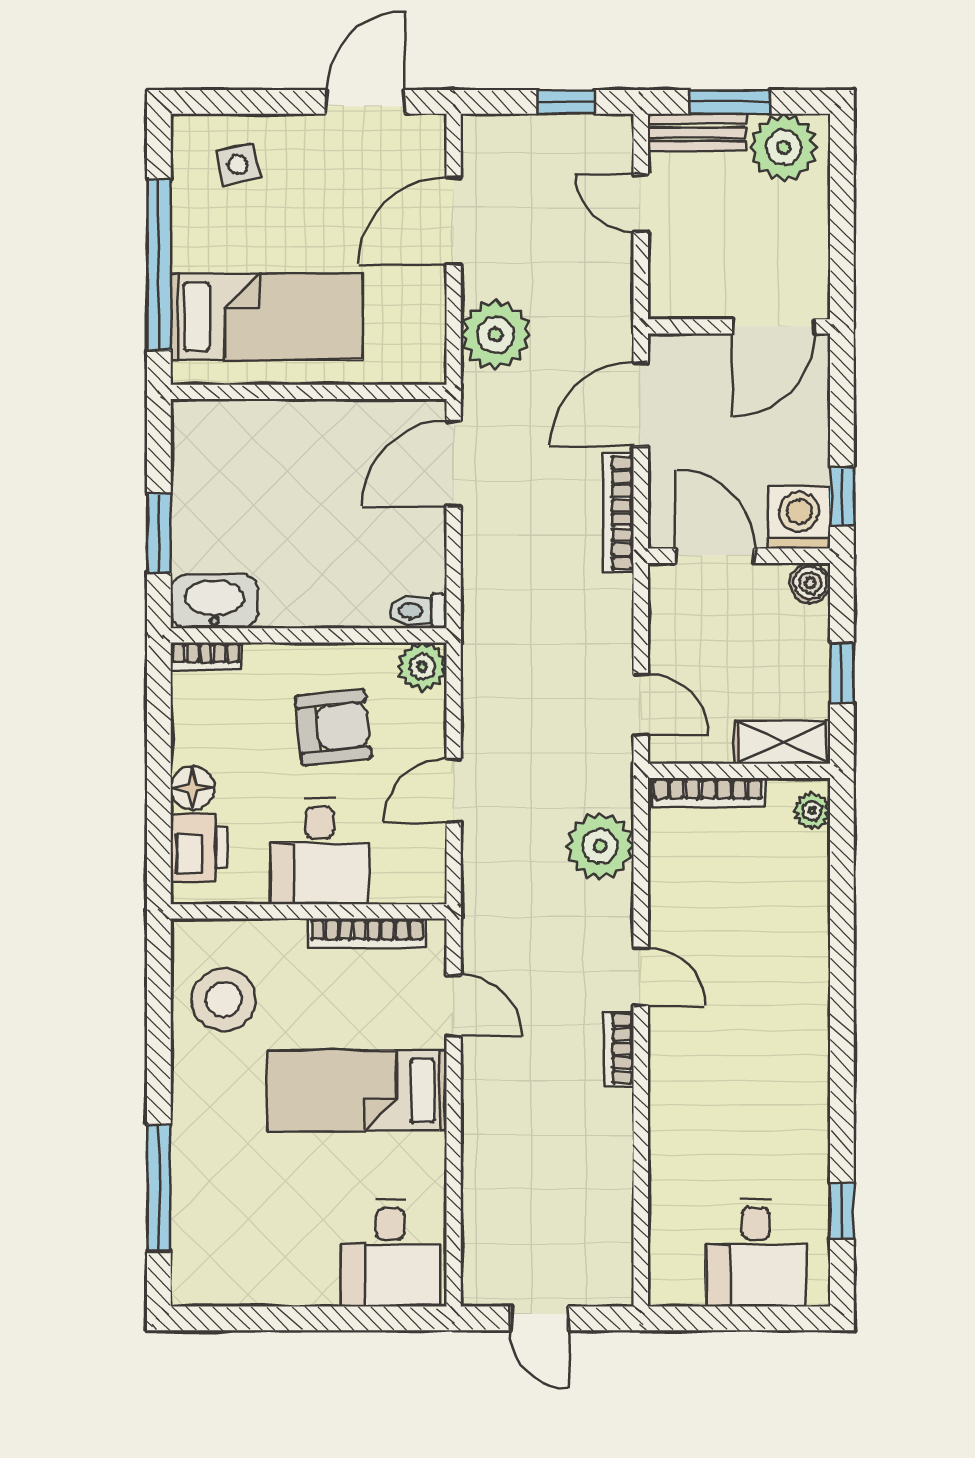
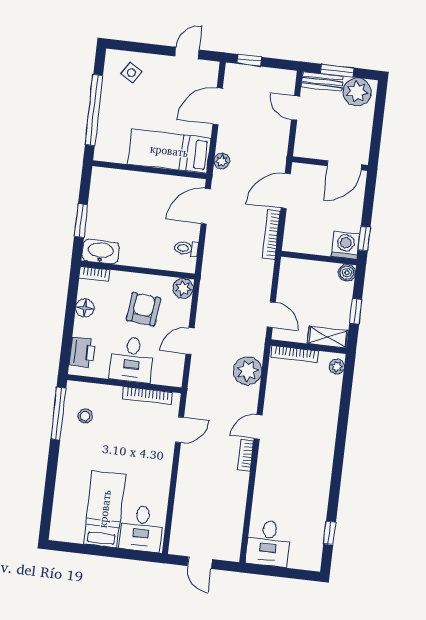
door: (365, 102) -> (187, 53), width x0.73
window: (566, 102) -> (249, 60), moved
side table: (238, 165) -> (131, 73), turned 45
bed: (267, 317) -> (169, 151), moved, turned 180
plant: (496, 335) -> (222, 161), width x0.53, depth x0.53
door: (715, 556) -> (309, 257), removed
toilet: (419, 611) -> (186, 248), moved
armchair: (333, 727) -> (143, 309), turned -79
floor lamp: (193, 788) -> (85, 308), moved
door: (641, 977) -> (258, 427), swing flipped
stool: (224, 1000) -> (85, 416), width x0.53, depth x0.53
door: (454, 1006) -> (180, 430), hinge flipped
bed: (357, 1091) -> (105, 509), moved, turned 90
window: (159, 1187) -> (58, 414), moved
desk: (756, 1253) -> (268, 543), moved

